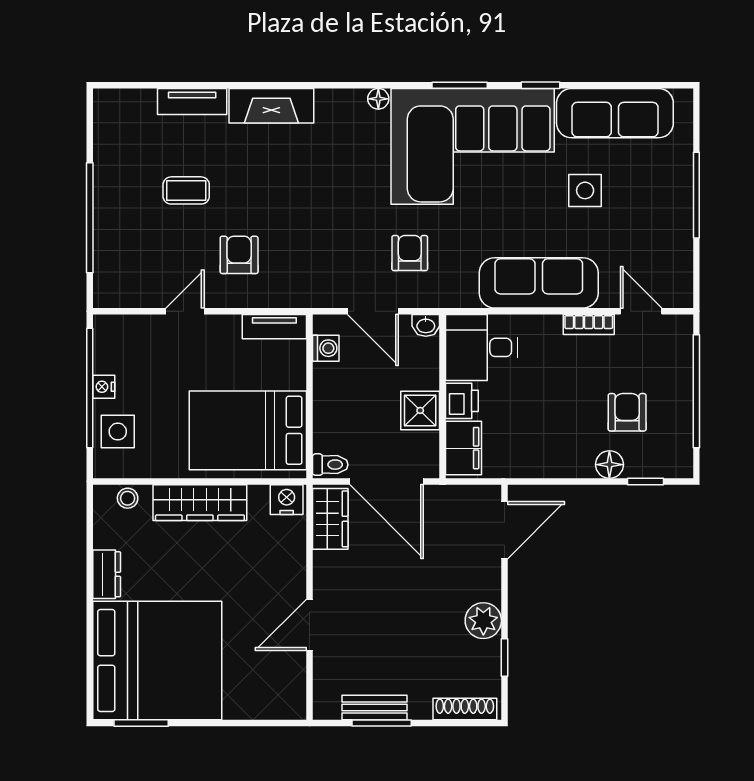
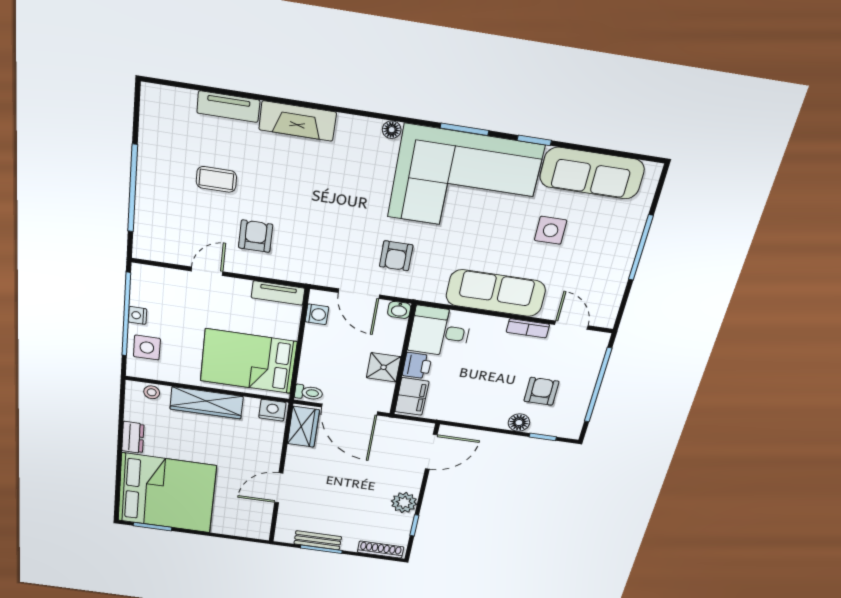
armchair: (410, 253) -> (396, 256), turned 180

